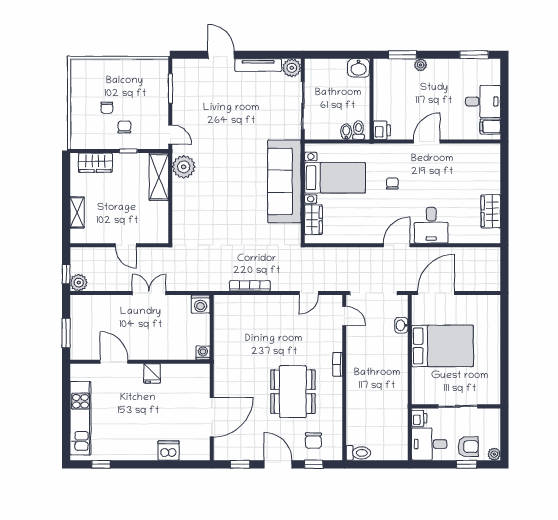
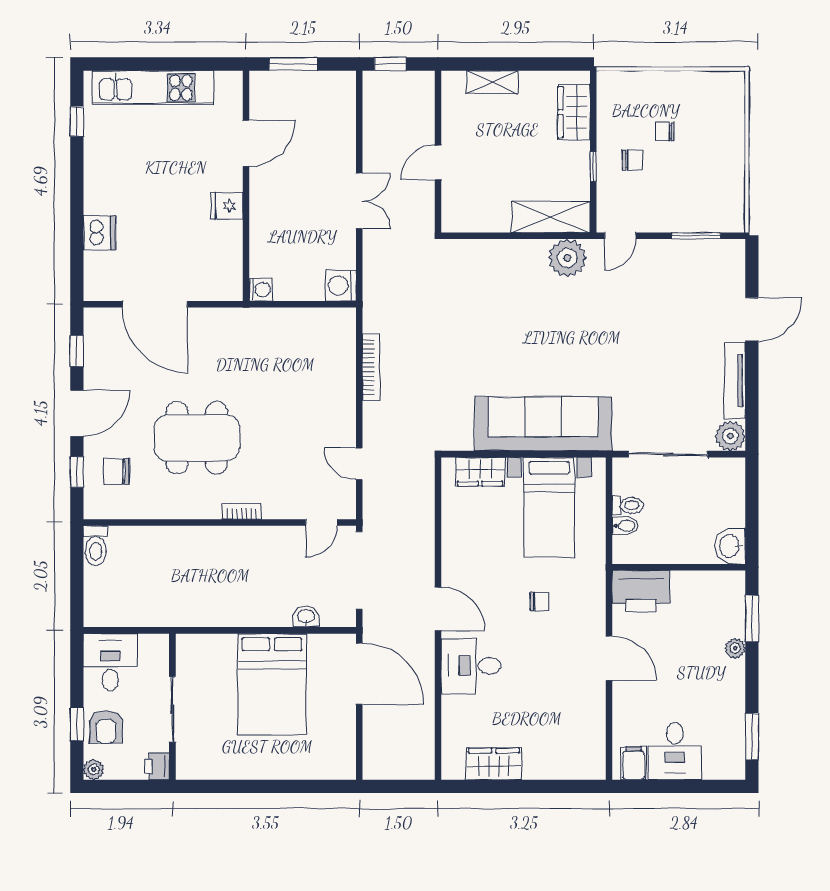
toilet: (359, 130) -> (628, 505), moved
printer: (382, 130) -> (641, 591), width x1.87, depth x1.48
plant: (79, 283) -> (376, 85), removed
printer: (419, 418) -> (157, 766), moved, turned 90

